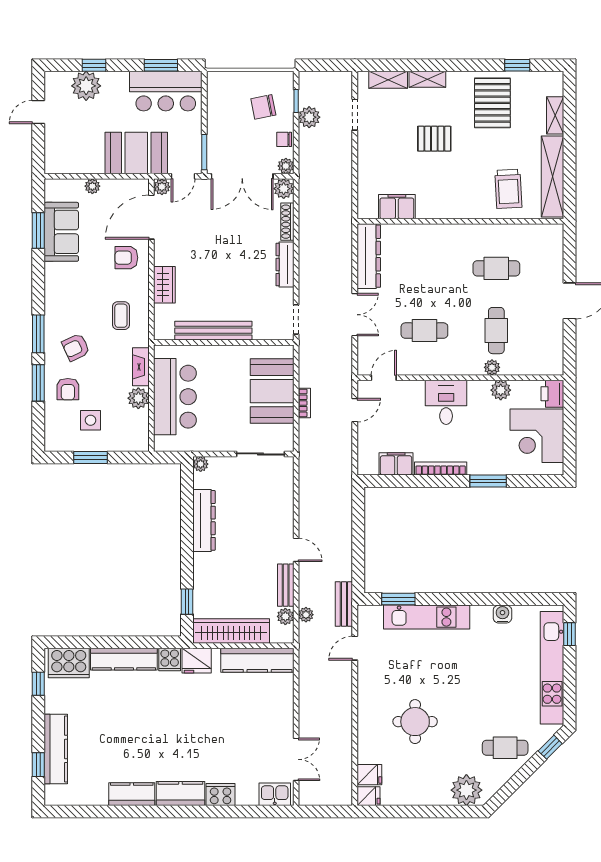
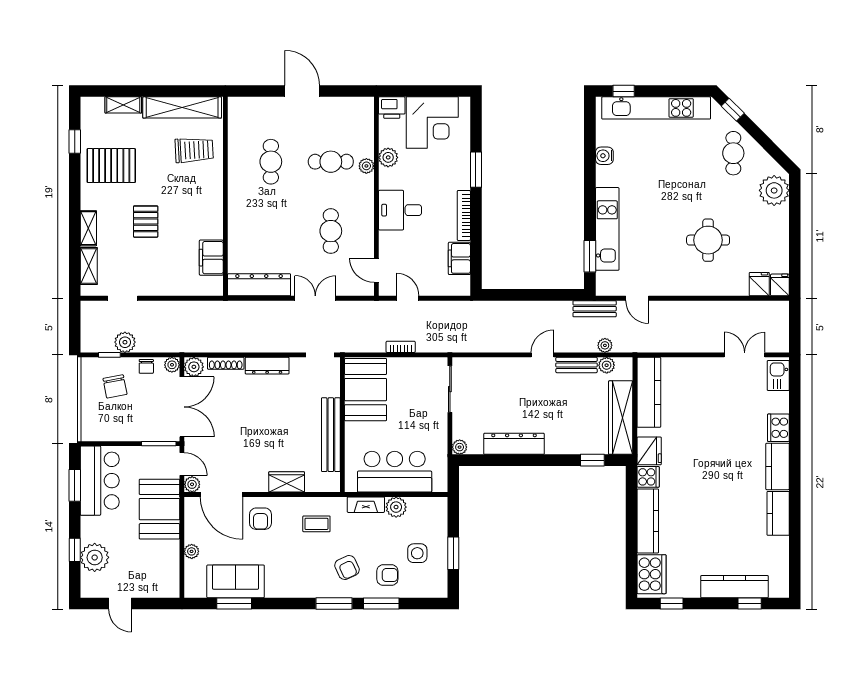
booth: (272, 391) -> (366, 390), moved, turned 90

